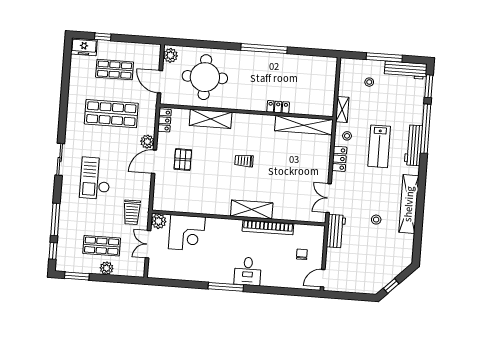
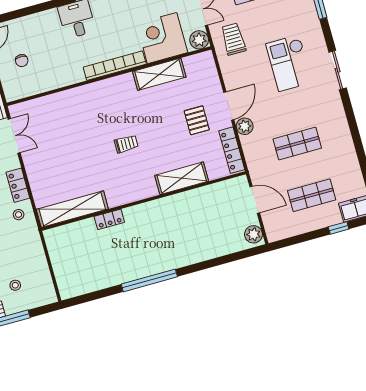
round table: (205, 77) -> (205, 224), removed
shelving: (342, 110) -> (35, 243), removed
shop shelf: (111, 114) -> (297, 143), width x0.70, depth x0.74
locker: (164, 120) -> (232, 150), width x1.53
checkout: (95, 178) -> (289, 63), turned 180
shelving: (252, 209) -> (159, 74), moved
bookcase: (268, 227) -> (115, 66), moved

